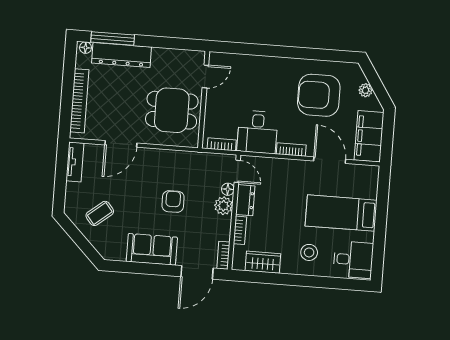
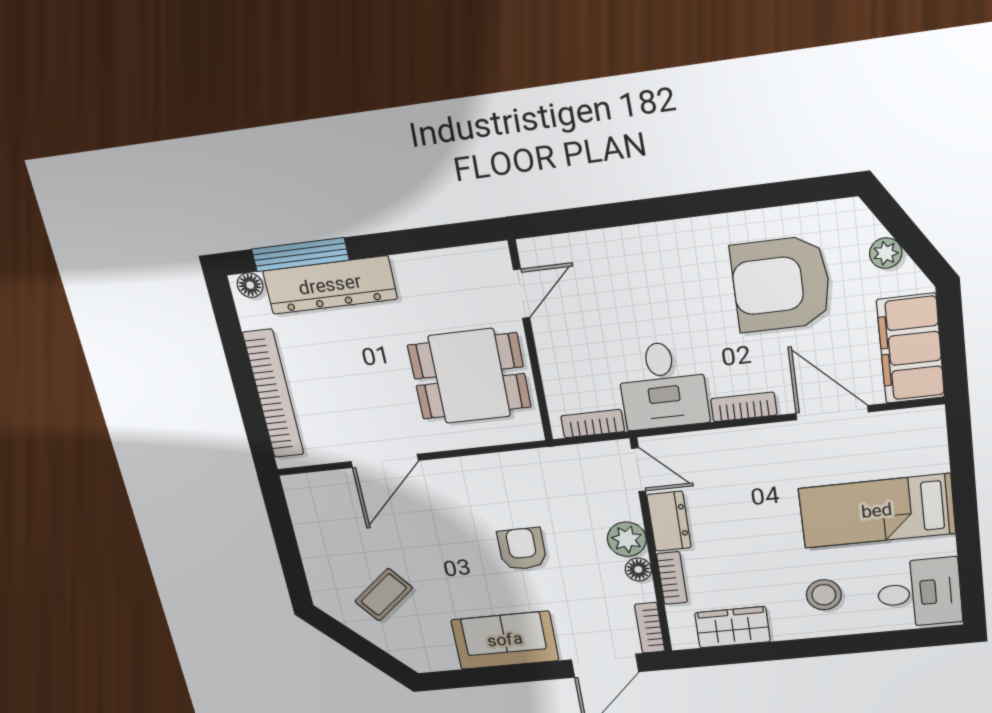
tv unit: (75, 162) -> (304, 511), removed
floor lamp: (228, 189) -> (638, 570), moved

